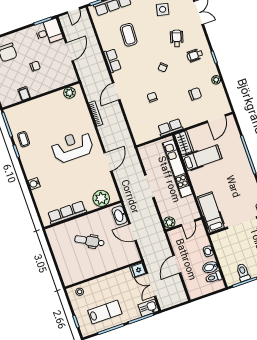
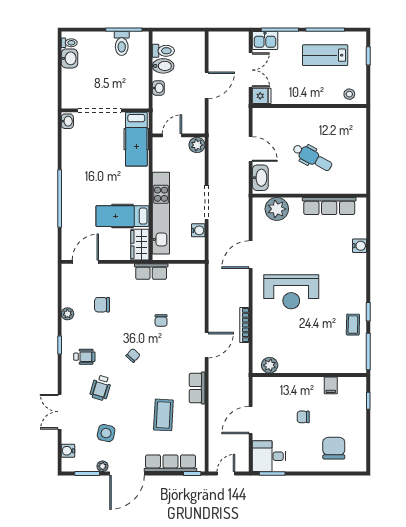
water cooler: (149, 166) -> (198, 230), added
water cooler: (34, 184) -> (360, 246), moved

